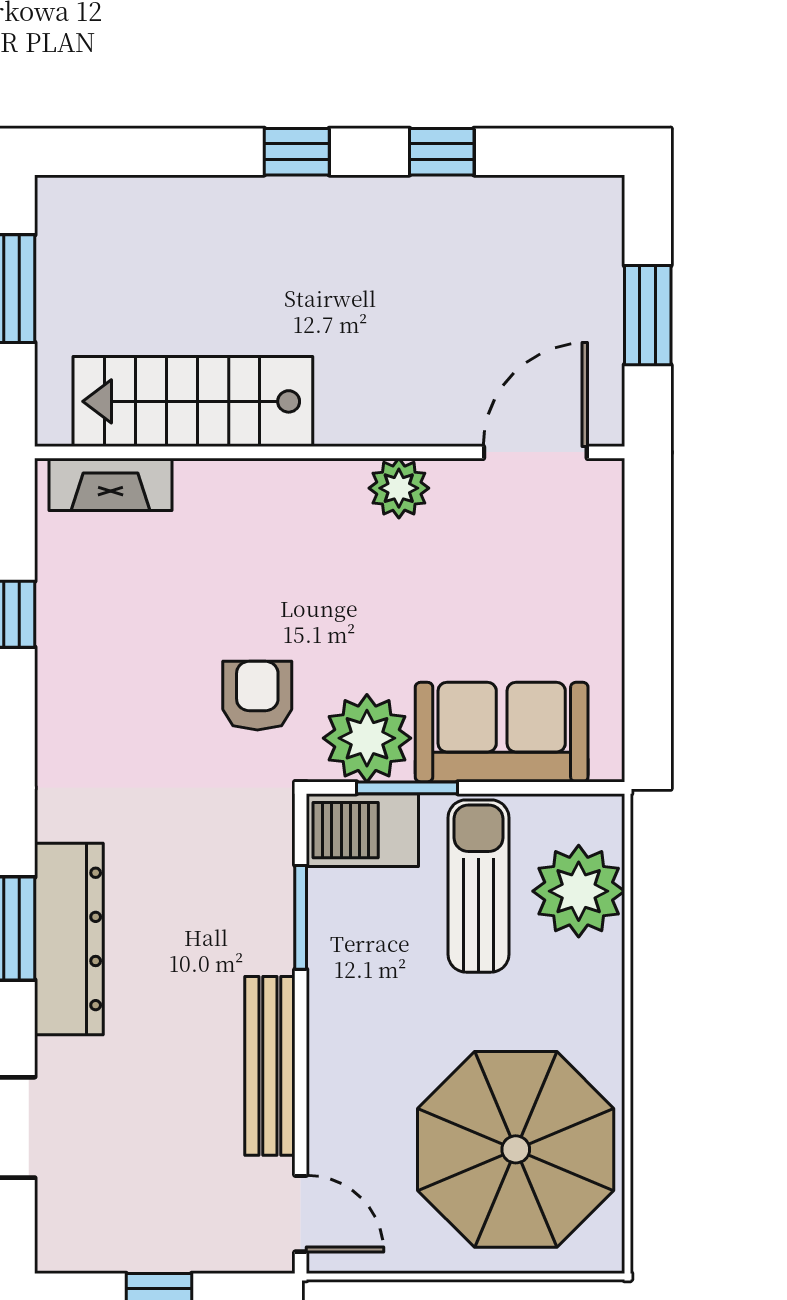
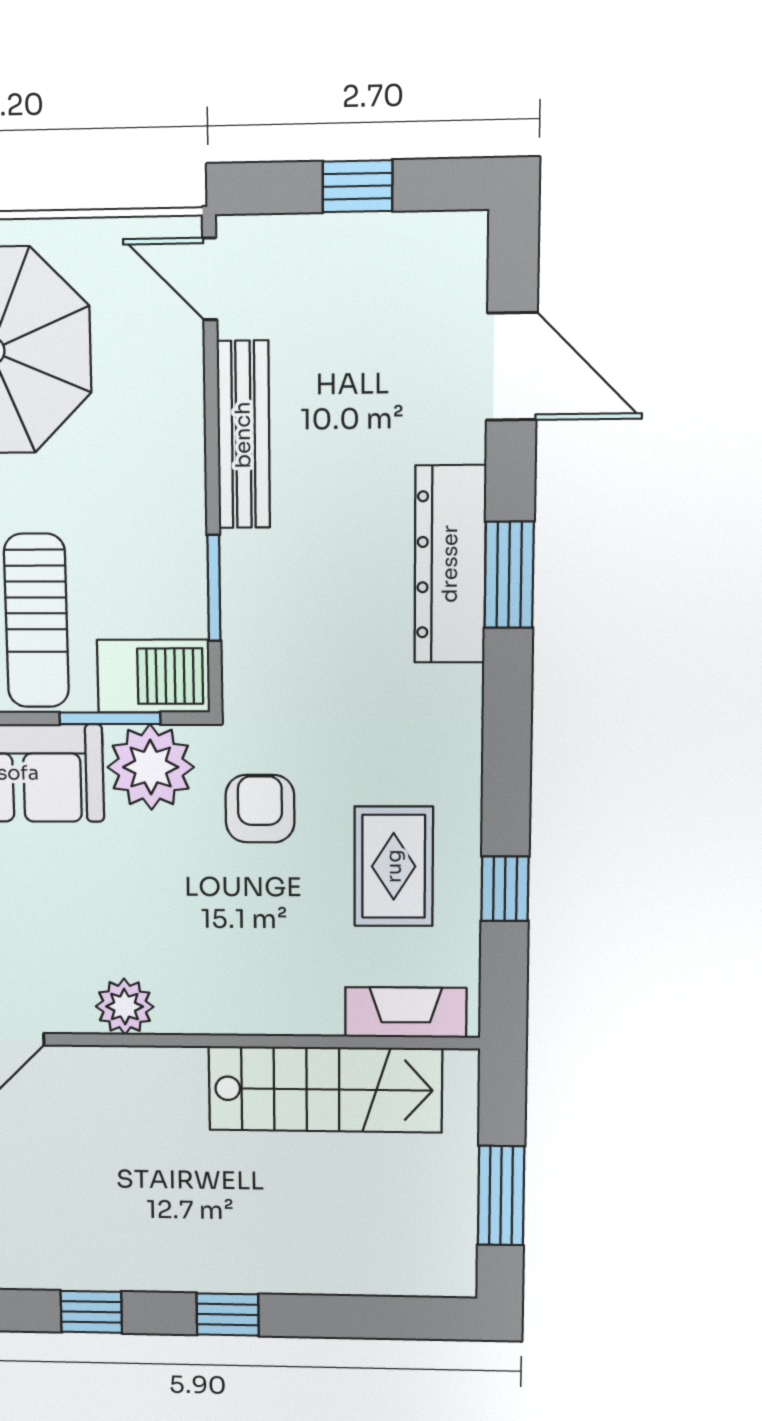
rug: (123, 637) -> (394, 866), added
armchair: (257, 696) -> (260, 809), turned 180

